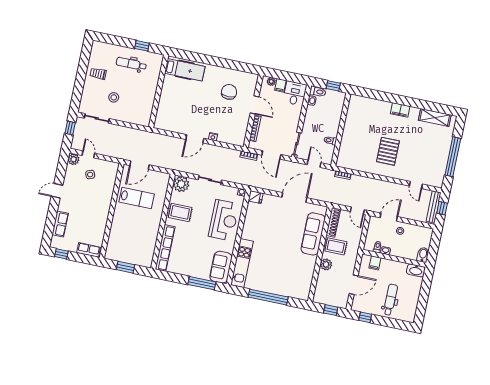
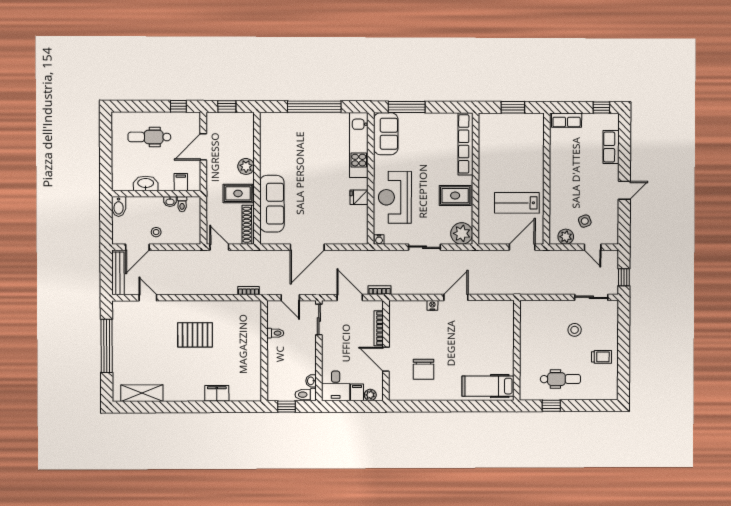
filing cabinet: (400, 110) -> (217, 393), moved
pallet: (388, 151) -> (195, 335), turned 90
plant: (74, 159) -> (566, 237), moved
fridge: (256, 197) -> (359, 197), moved
window: (442, 208) -> (106, 274), removed
door: (389, 217) -> (137, 247), moved
washbasin: (416, 270) -> (146, 183), moved
dental chair: (390, 300) -> (149, 137), turned 90

